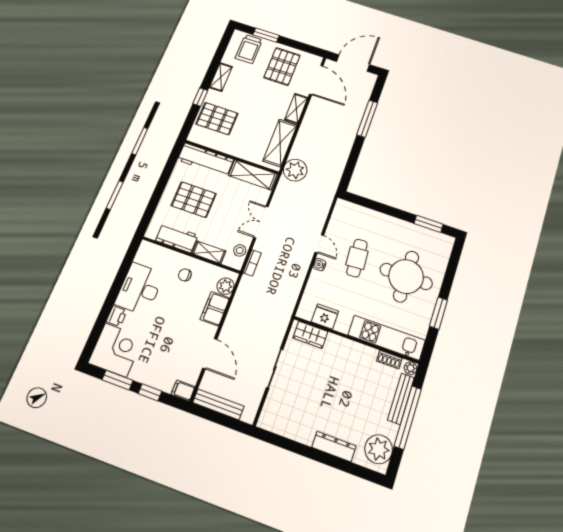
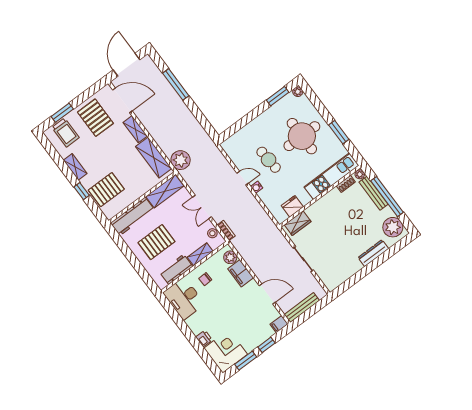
plant: (448, 241) -> (298, 92), added
desk: (140, 289) -> (184, 298), moved

